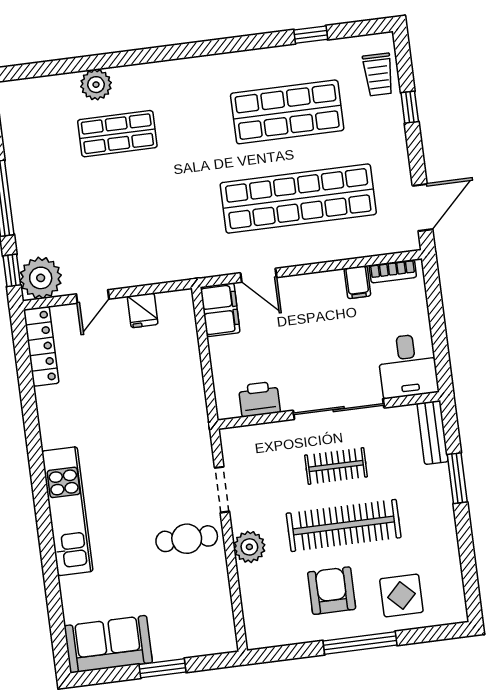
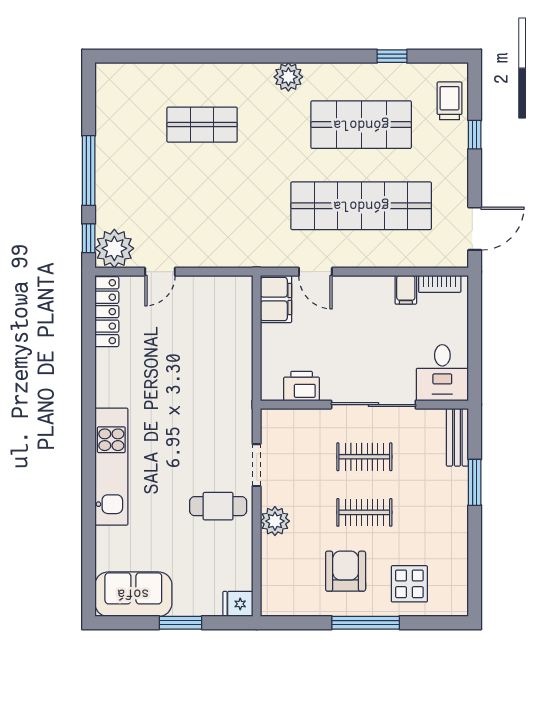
trolley: (378, 74) -> (450, 101), turned 180
plant: (96, 85) -> (288, 77), moved
fridge: (143, 310) -> (238, 604), moved, turned 90
clothes rail: (344, 525) -> (364, 512), width x0.54, depth x0.76

